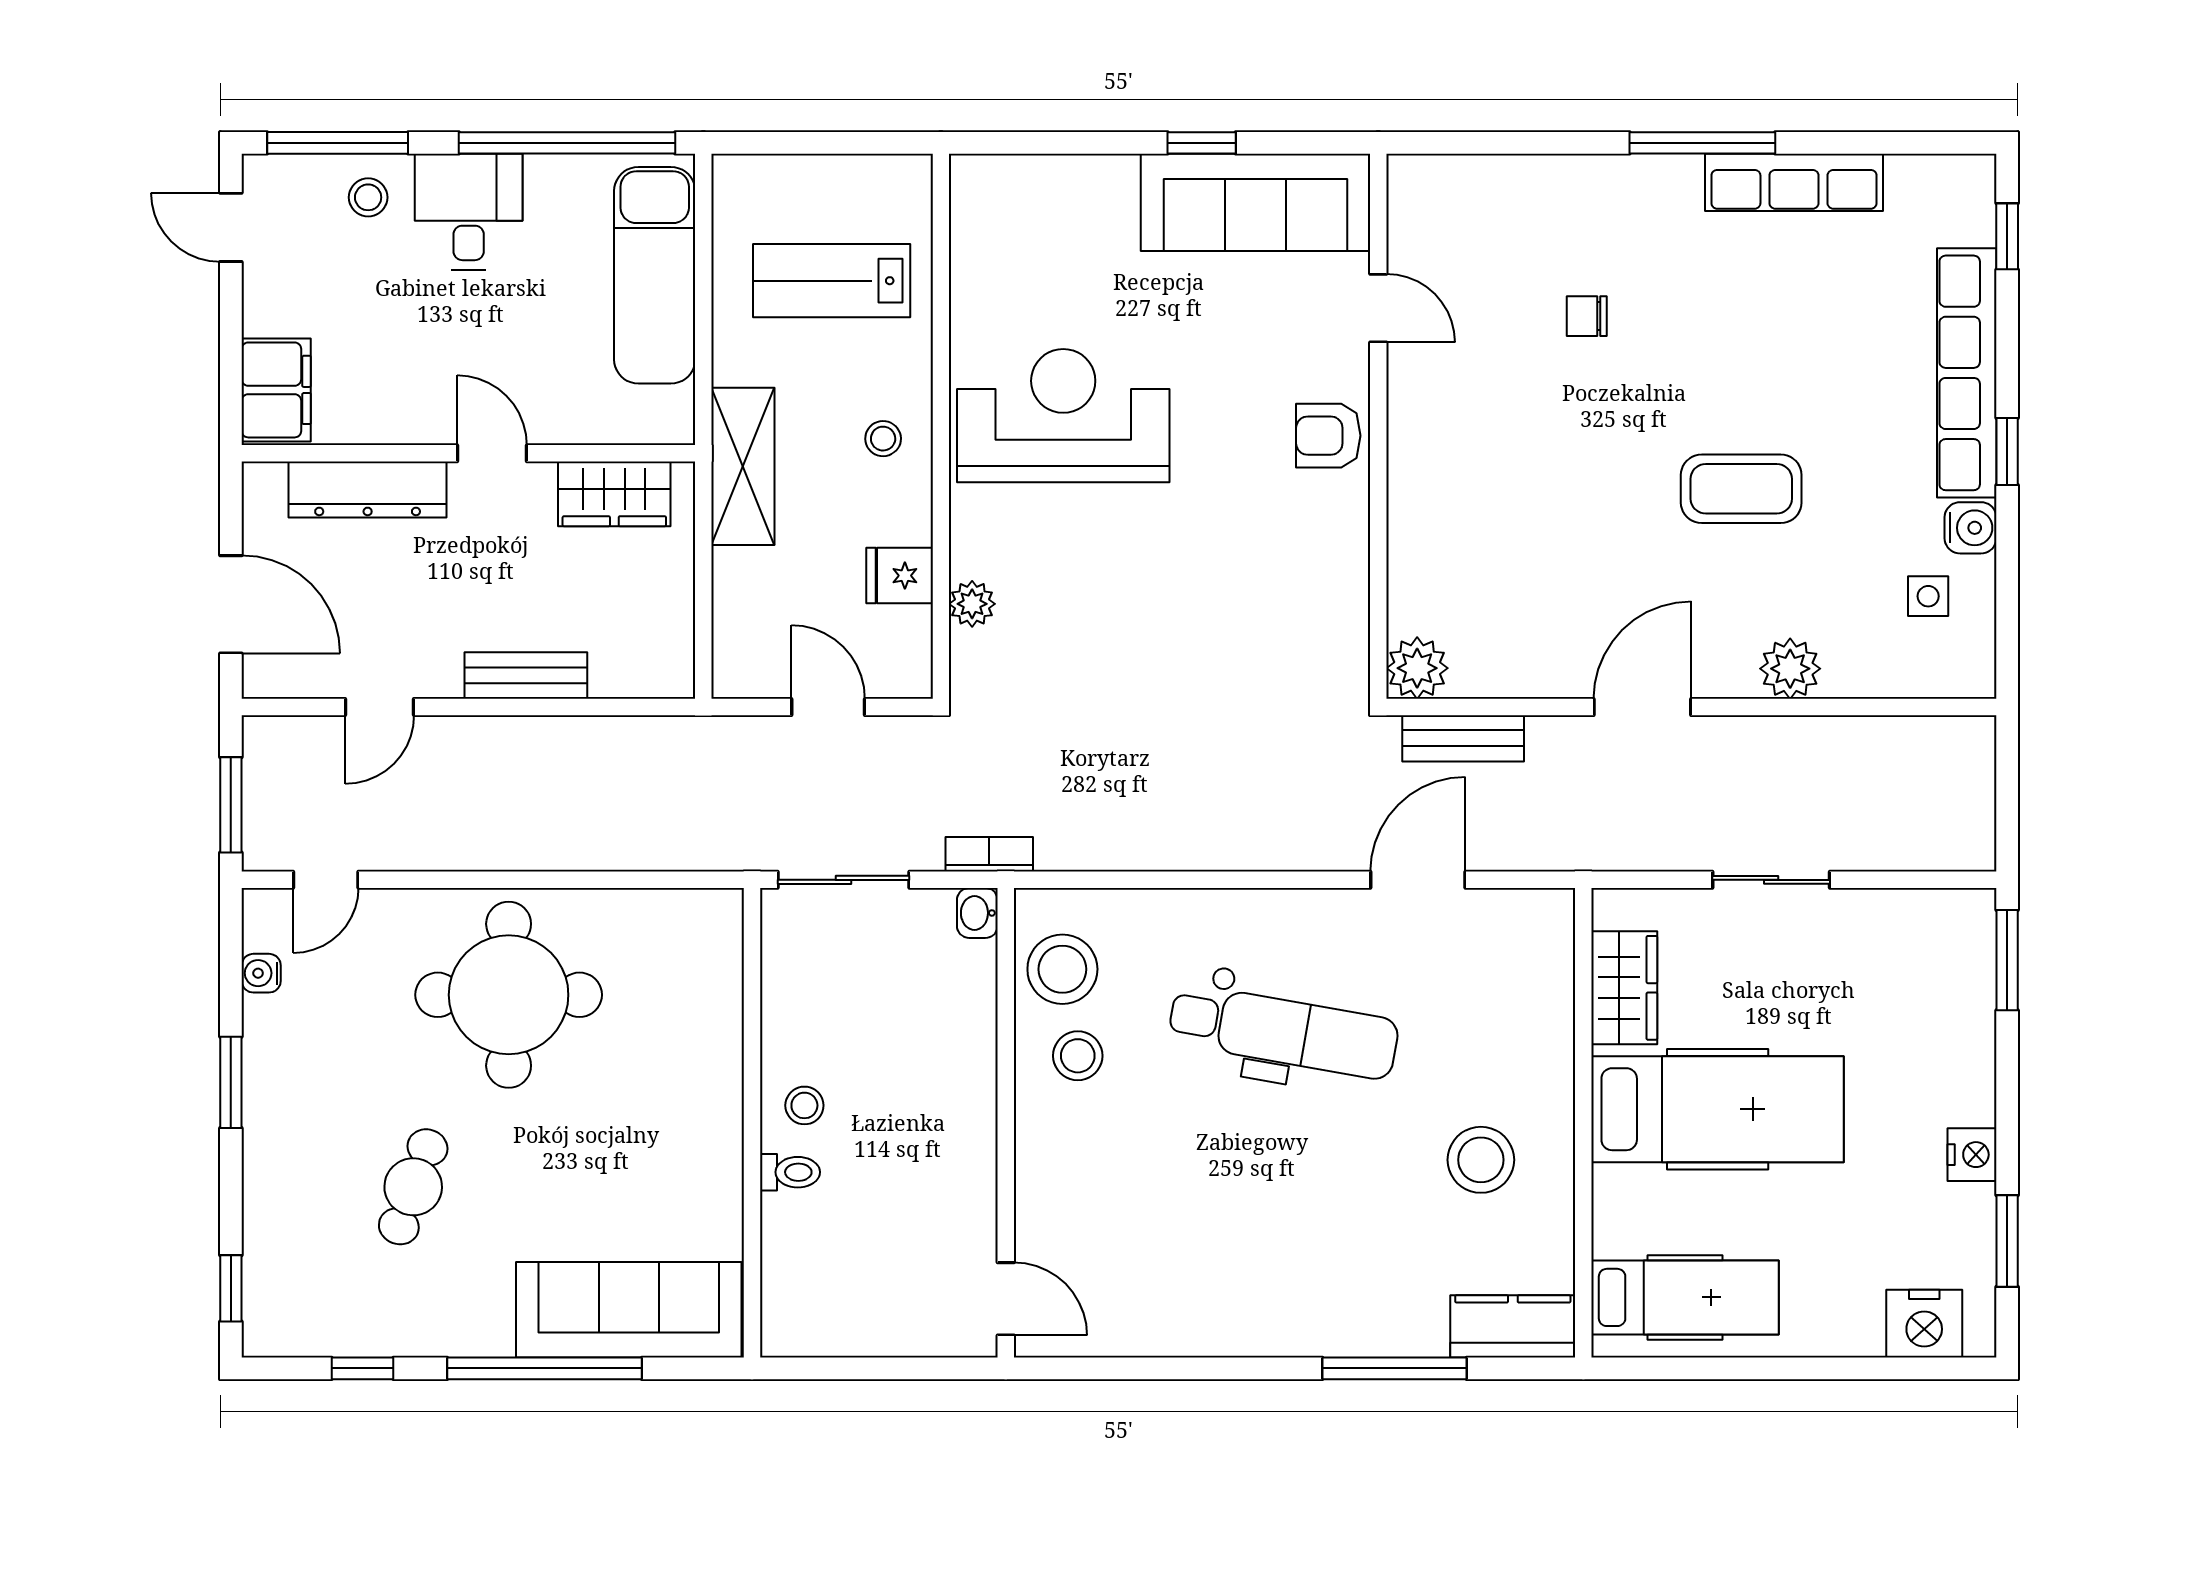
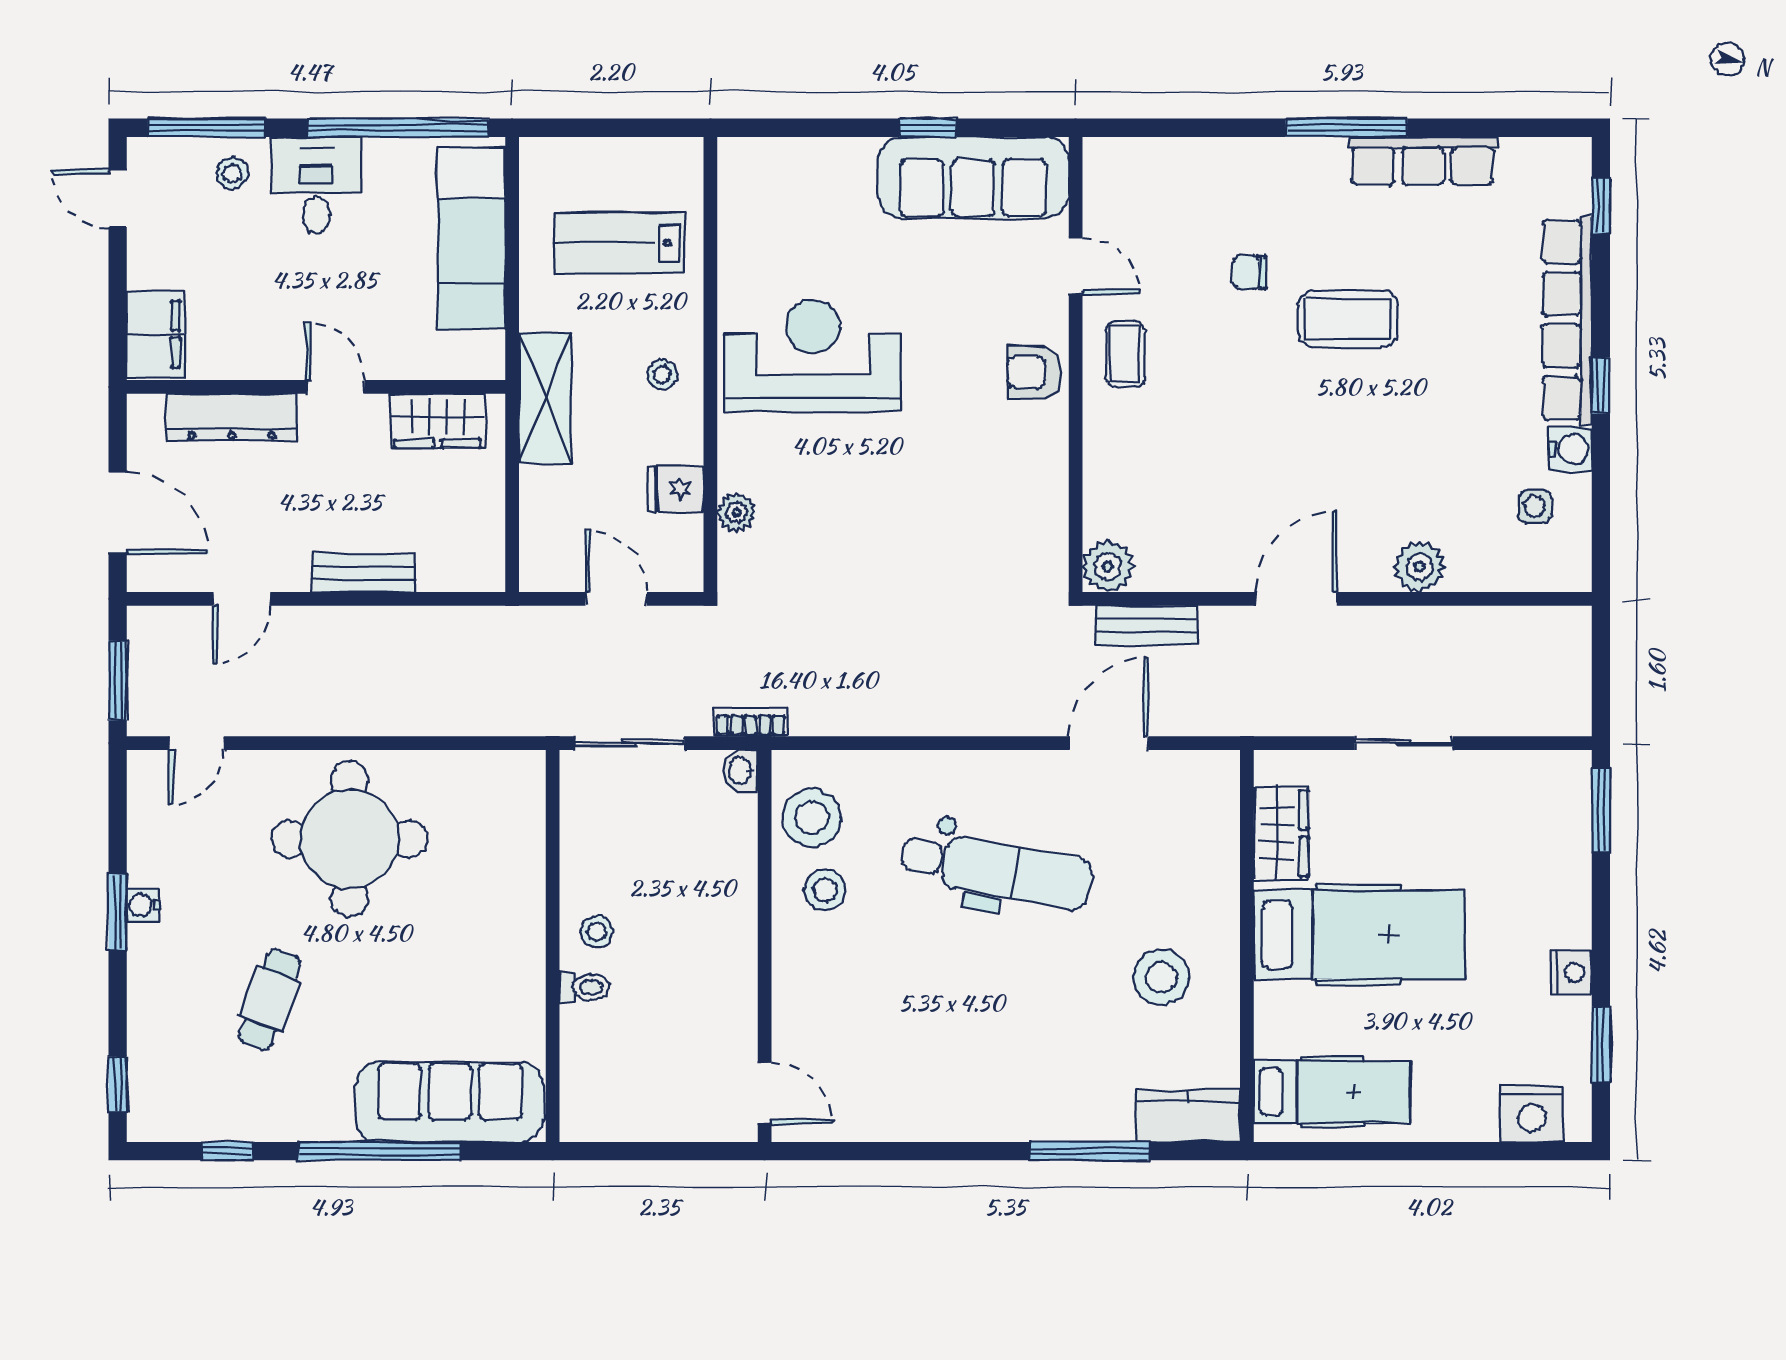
coffee table: (1438, 414) -> (1125, 354), added
coffee table: (1741, 489) -> (1348, 319), moved
water cooler: (261, 973) -> (143, 905), moved

